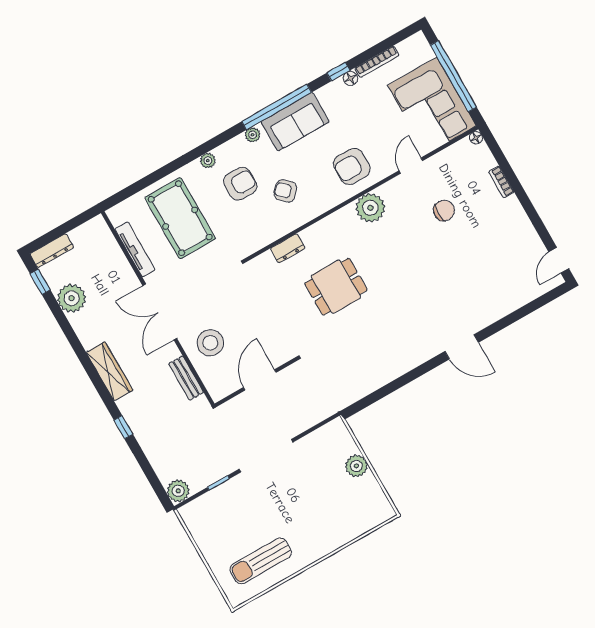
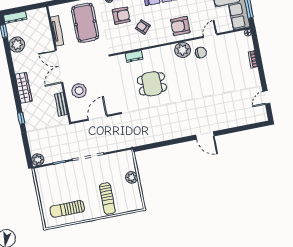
chair: (444, 210) -> (201, 53), moved
door: (559, 260) -> (266, 97), moved
sun lounger: (326, 518) -> (107, 199), added

